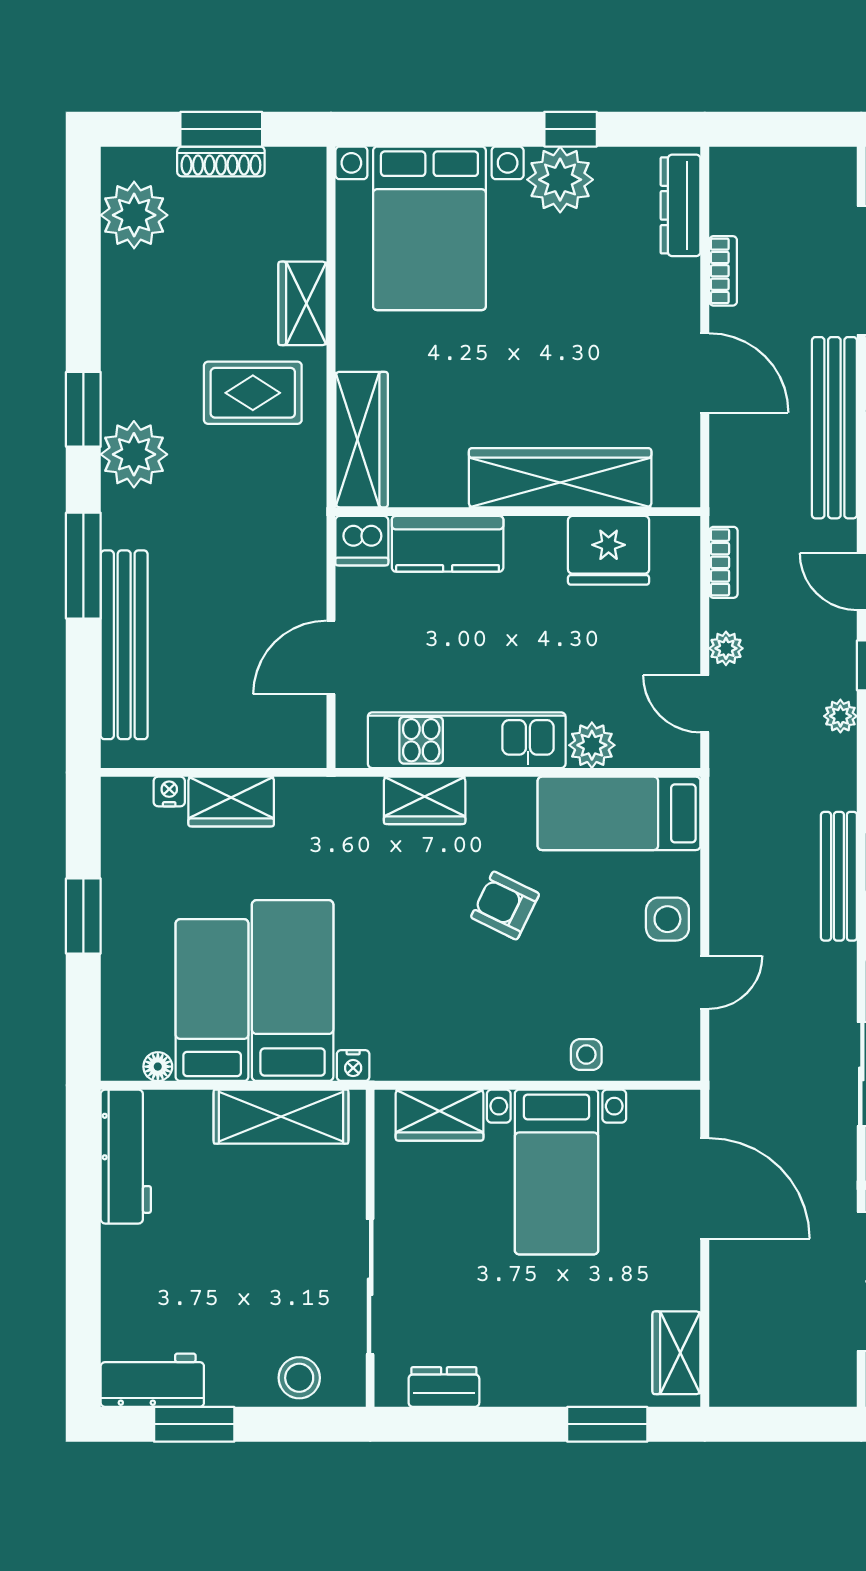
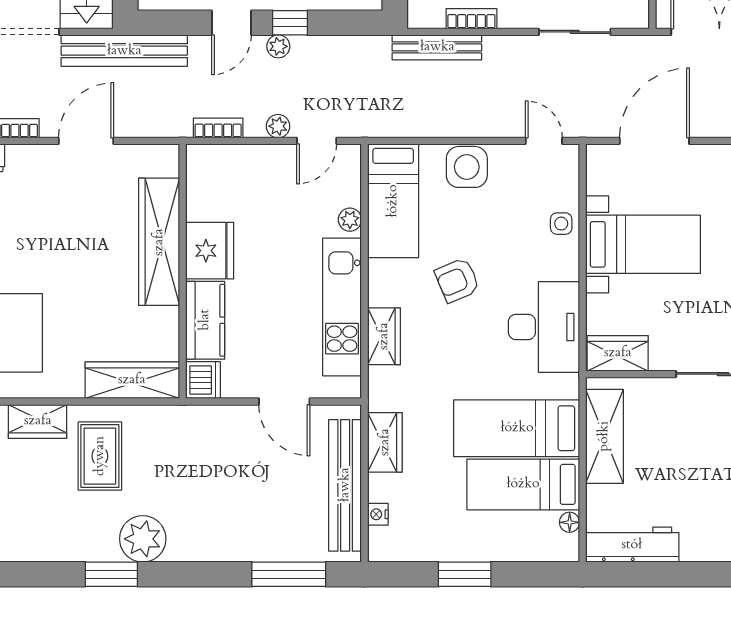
fridge: (609, 550) -> (210, 251), moved
window: (83, 566) -> (289, 574), moved
bench: (124, 645) -> (345, 485), moved, turned 90
plant: (840, 716) -> (278, 46), moved
plant: (592, 745) -> (350, 220), width x0.73, depth x0.73
wardrobe: (231, 802) -> (385, 442), moved
armchair: (505, 906) -> (457, 280), turned 41
side table: (667, 919) -> (467, 167), width x1.37, depth x1.37
door: (705, 982) -> (544, 141), moved
desk: (438, 1030) -> (544, 327), added
nightstand: (353, 1066) -> (569, 386), removed
wardrobe: (440, 1115) -> (618, 353), moved, turned -90

